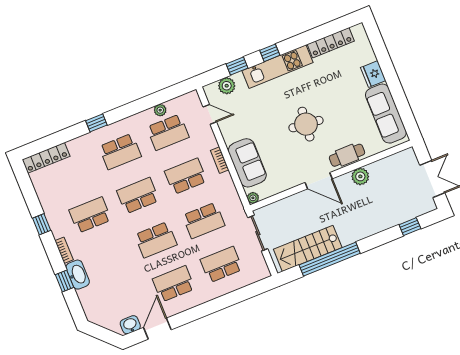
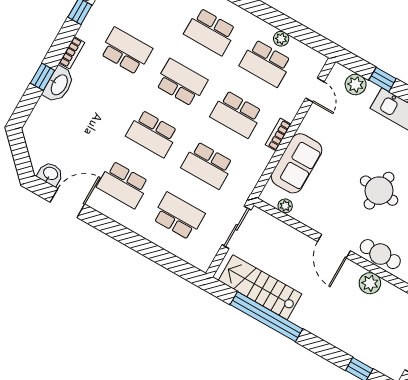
school desk: (186, 176) -> (237, 114), turned 180
plant: (253, 198) -> (285, 206), moved
school desk: (174, 284) -> (123, 185), turned 180

